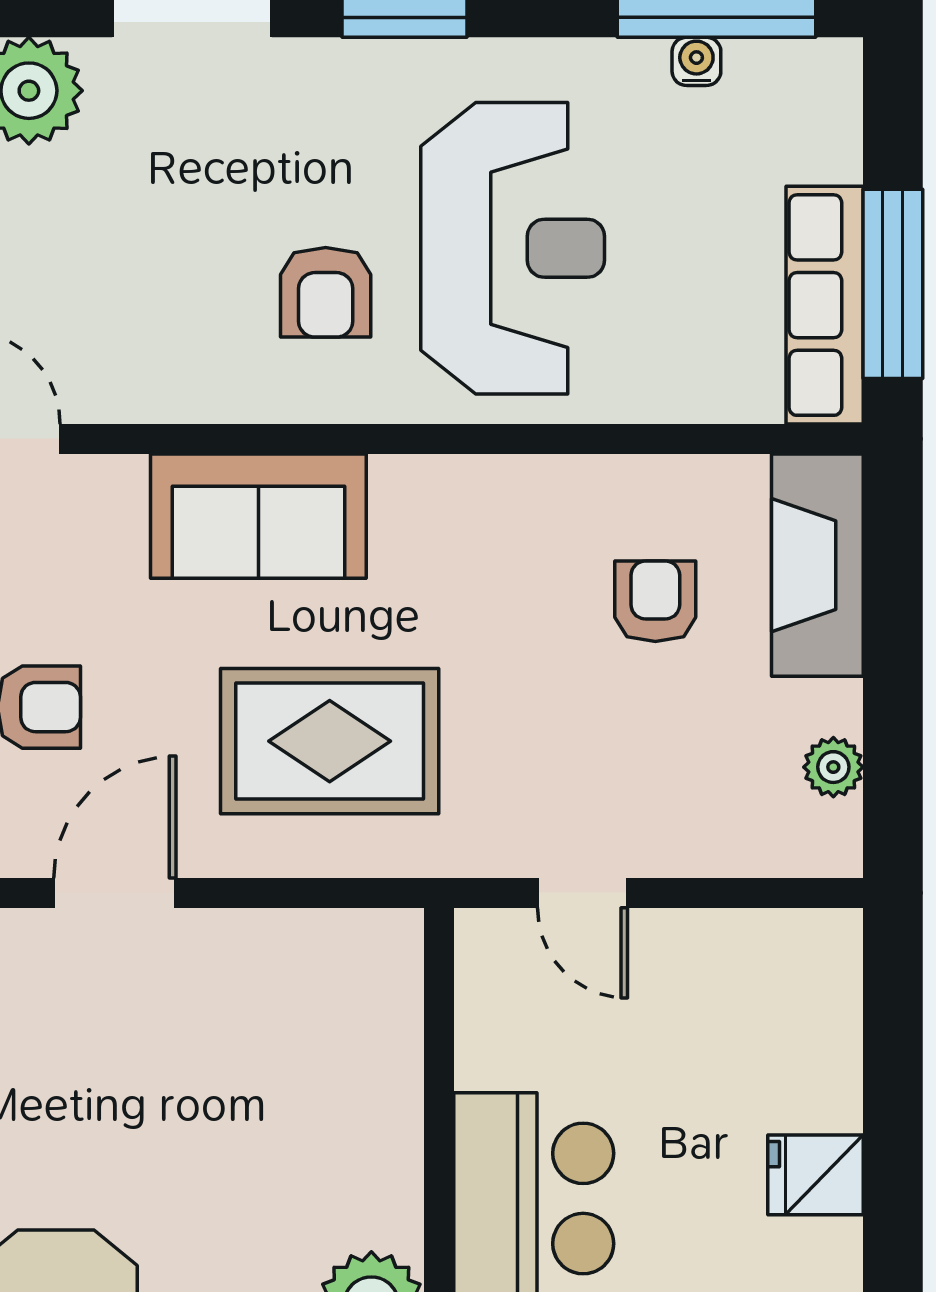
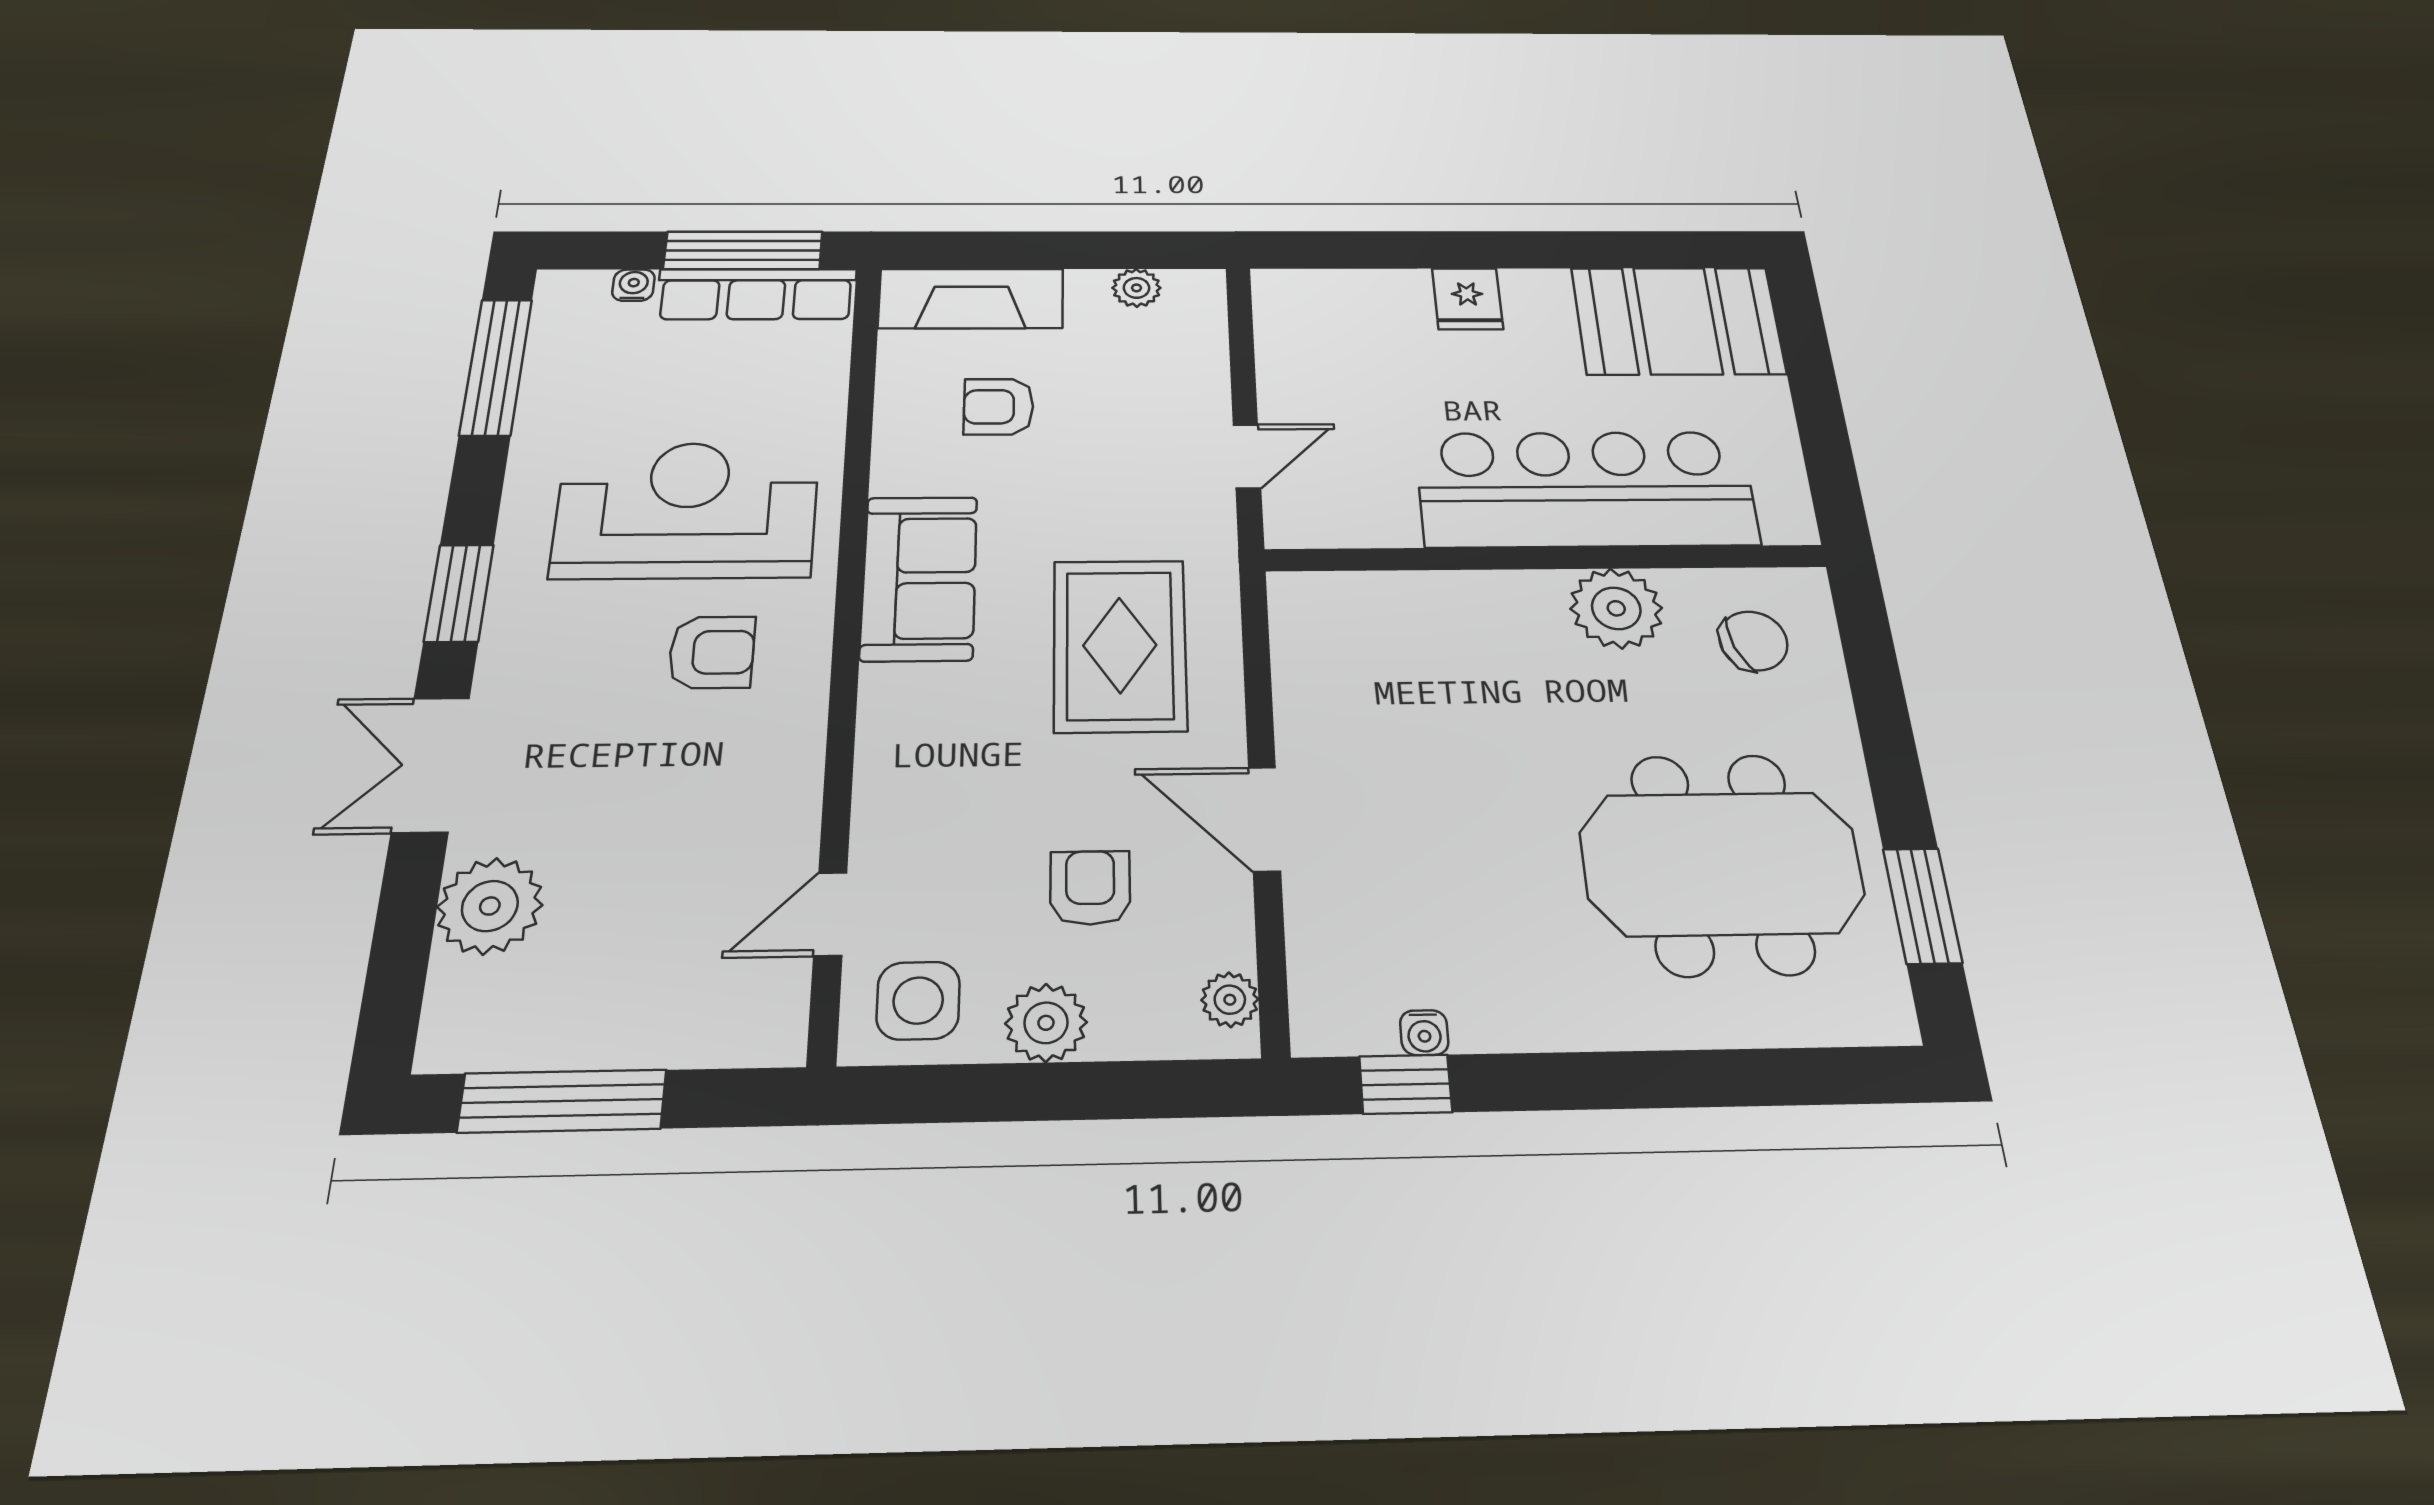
water cooler: (696, 61) -> (633, 285), moved, turned 90
sofa: (258, 516) -> (919, 578), moved

